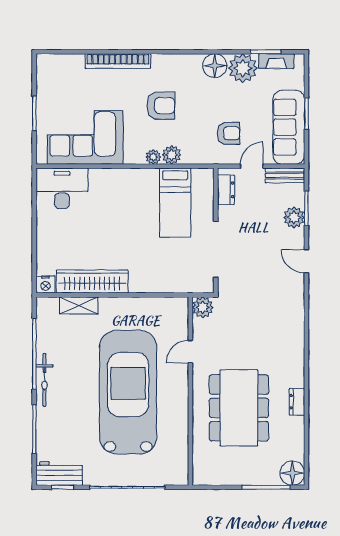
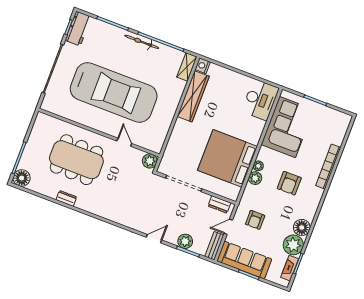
door: (252, 166) -> (228, 227), swing flipped
bed: (175, 203) -> (228, 158), width x2.04
shelving: (79, 305) -> (187, 67), moved

